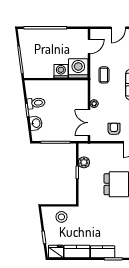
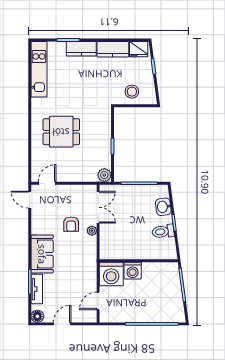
coffee table: (104, 75) -> (80, 266), removed
armchair: (114, 129) -> (71, 224), moved
plant: (84, 162) -> (104, 175), moved

